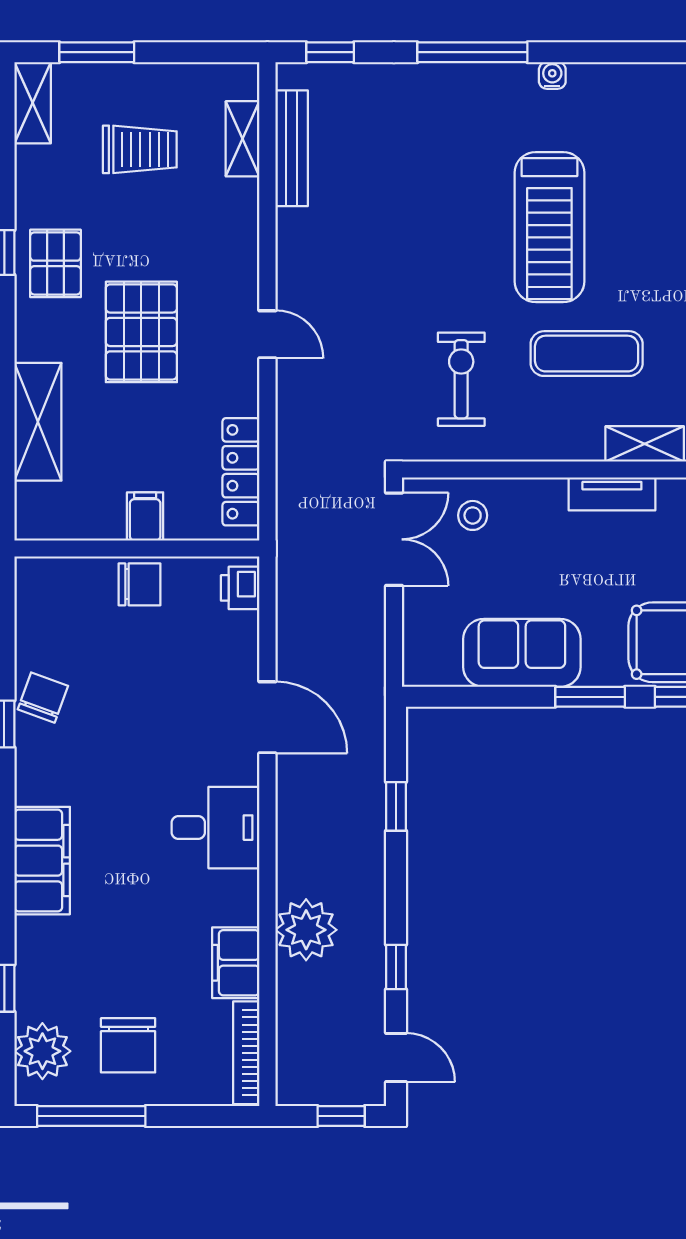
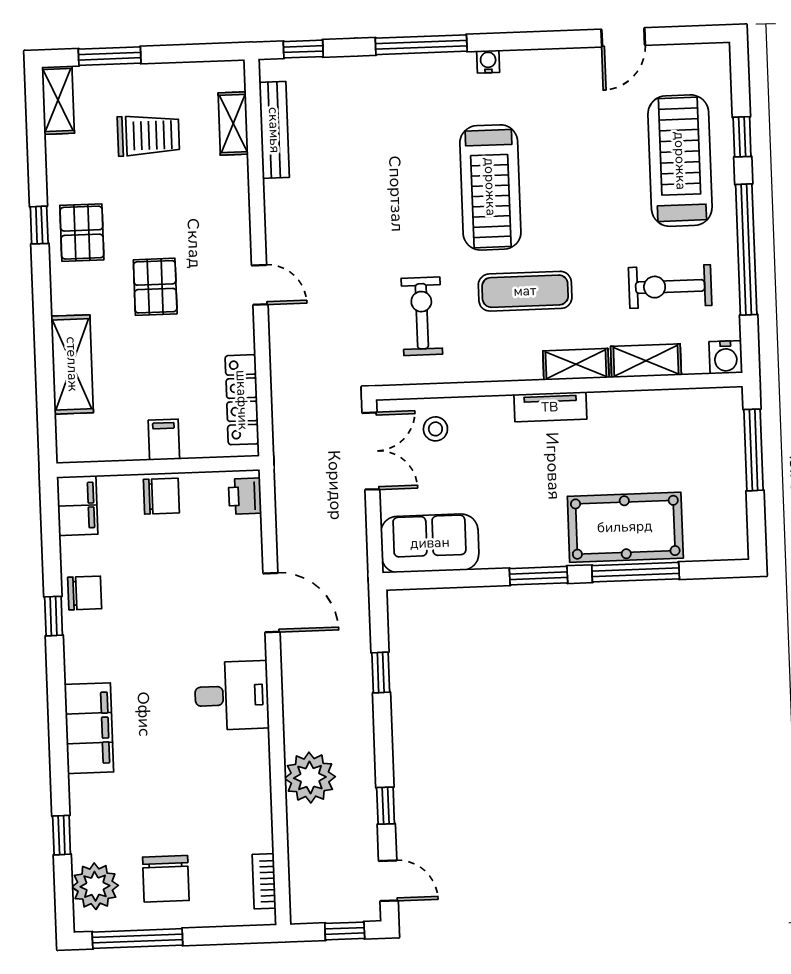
pallet: (141, 332) -> (155, 287), width x0.67, depth x0.71
sofa: (522, 653) -> (430, 543), moved
chair: (43, 698) -> (85, 593), turned 70
filing cabinet: (236, 963) -> (77, 505), moved, turned 180
bookcase: (246, 1053) -> (264, 881), width x0.64

